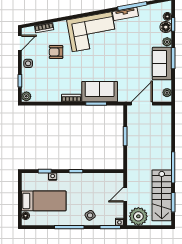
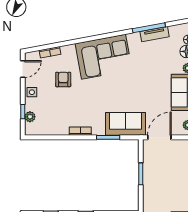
tv unit: (125, 14) -> (155, 34), moved
armchair: (56, 52) -> (63, 79), turned 90
sofa: (100, 92) -> (125, 124), moved
plant: (26, 96) -> (30, 117), moved

